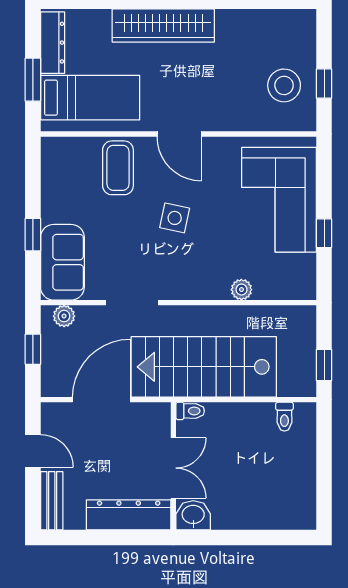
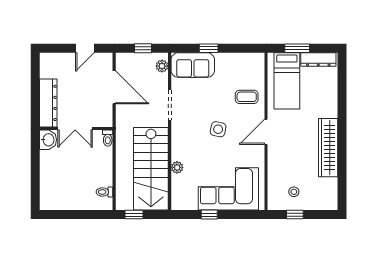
wardrobe: (163, 25) -> (328, 148), moved
stool: (284, 85) -> (294, 192), width x0.53, depth x0.53
coffee table: (118, 168) -> (247, 97), width x0.73, depth x0.77
stairs: (204, 367) -> (151, 169), moved, turned 180
bench: (52, 501) -> (56, 59), removed

